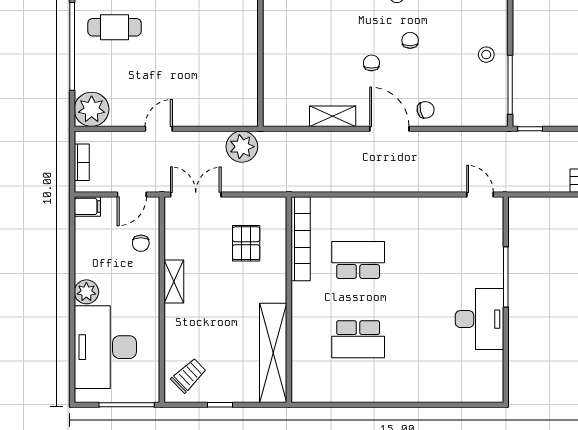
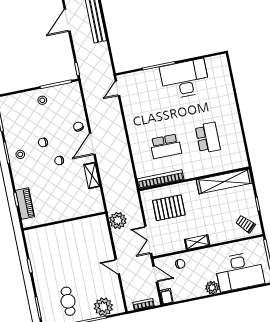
plant: (92, 109) -> (103, 307), moved
pallet: (246, 243) -> (169, 208), width x1.50, depth x1.42
school desk: (358, 260) -> (166, 146), turned -90
desk: (479, 319) -> (185, 79), width x1.36, depth x1.30

